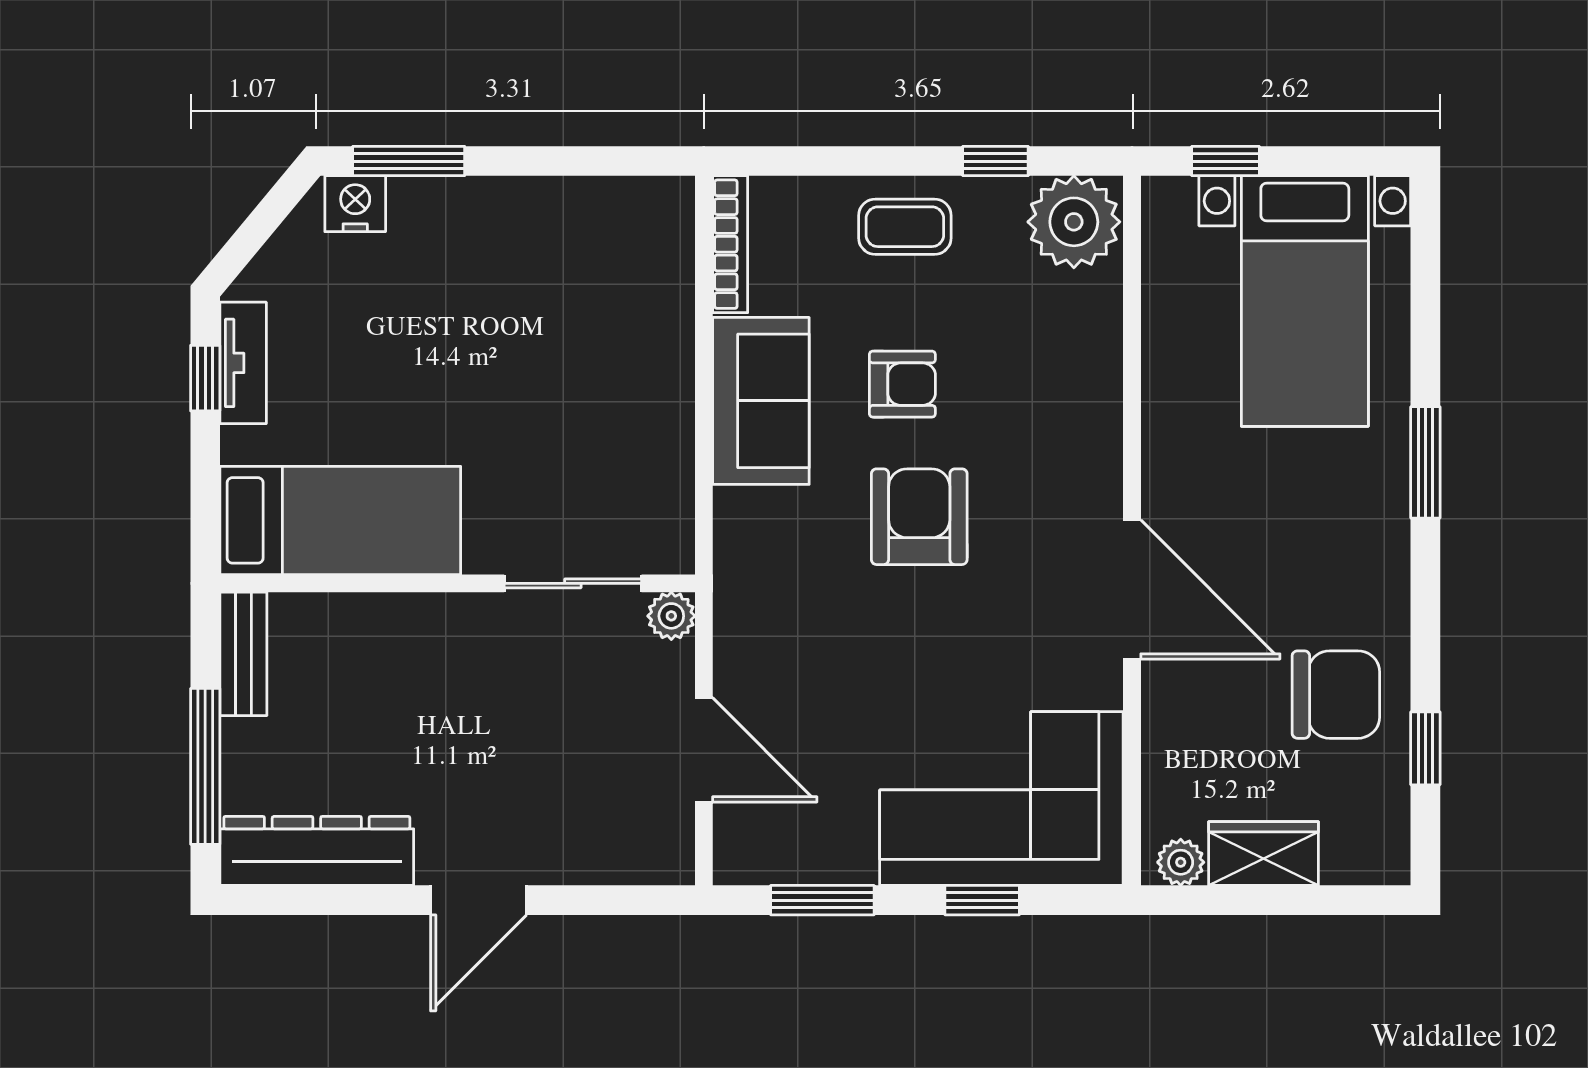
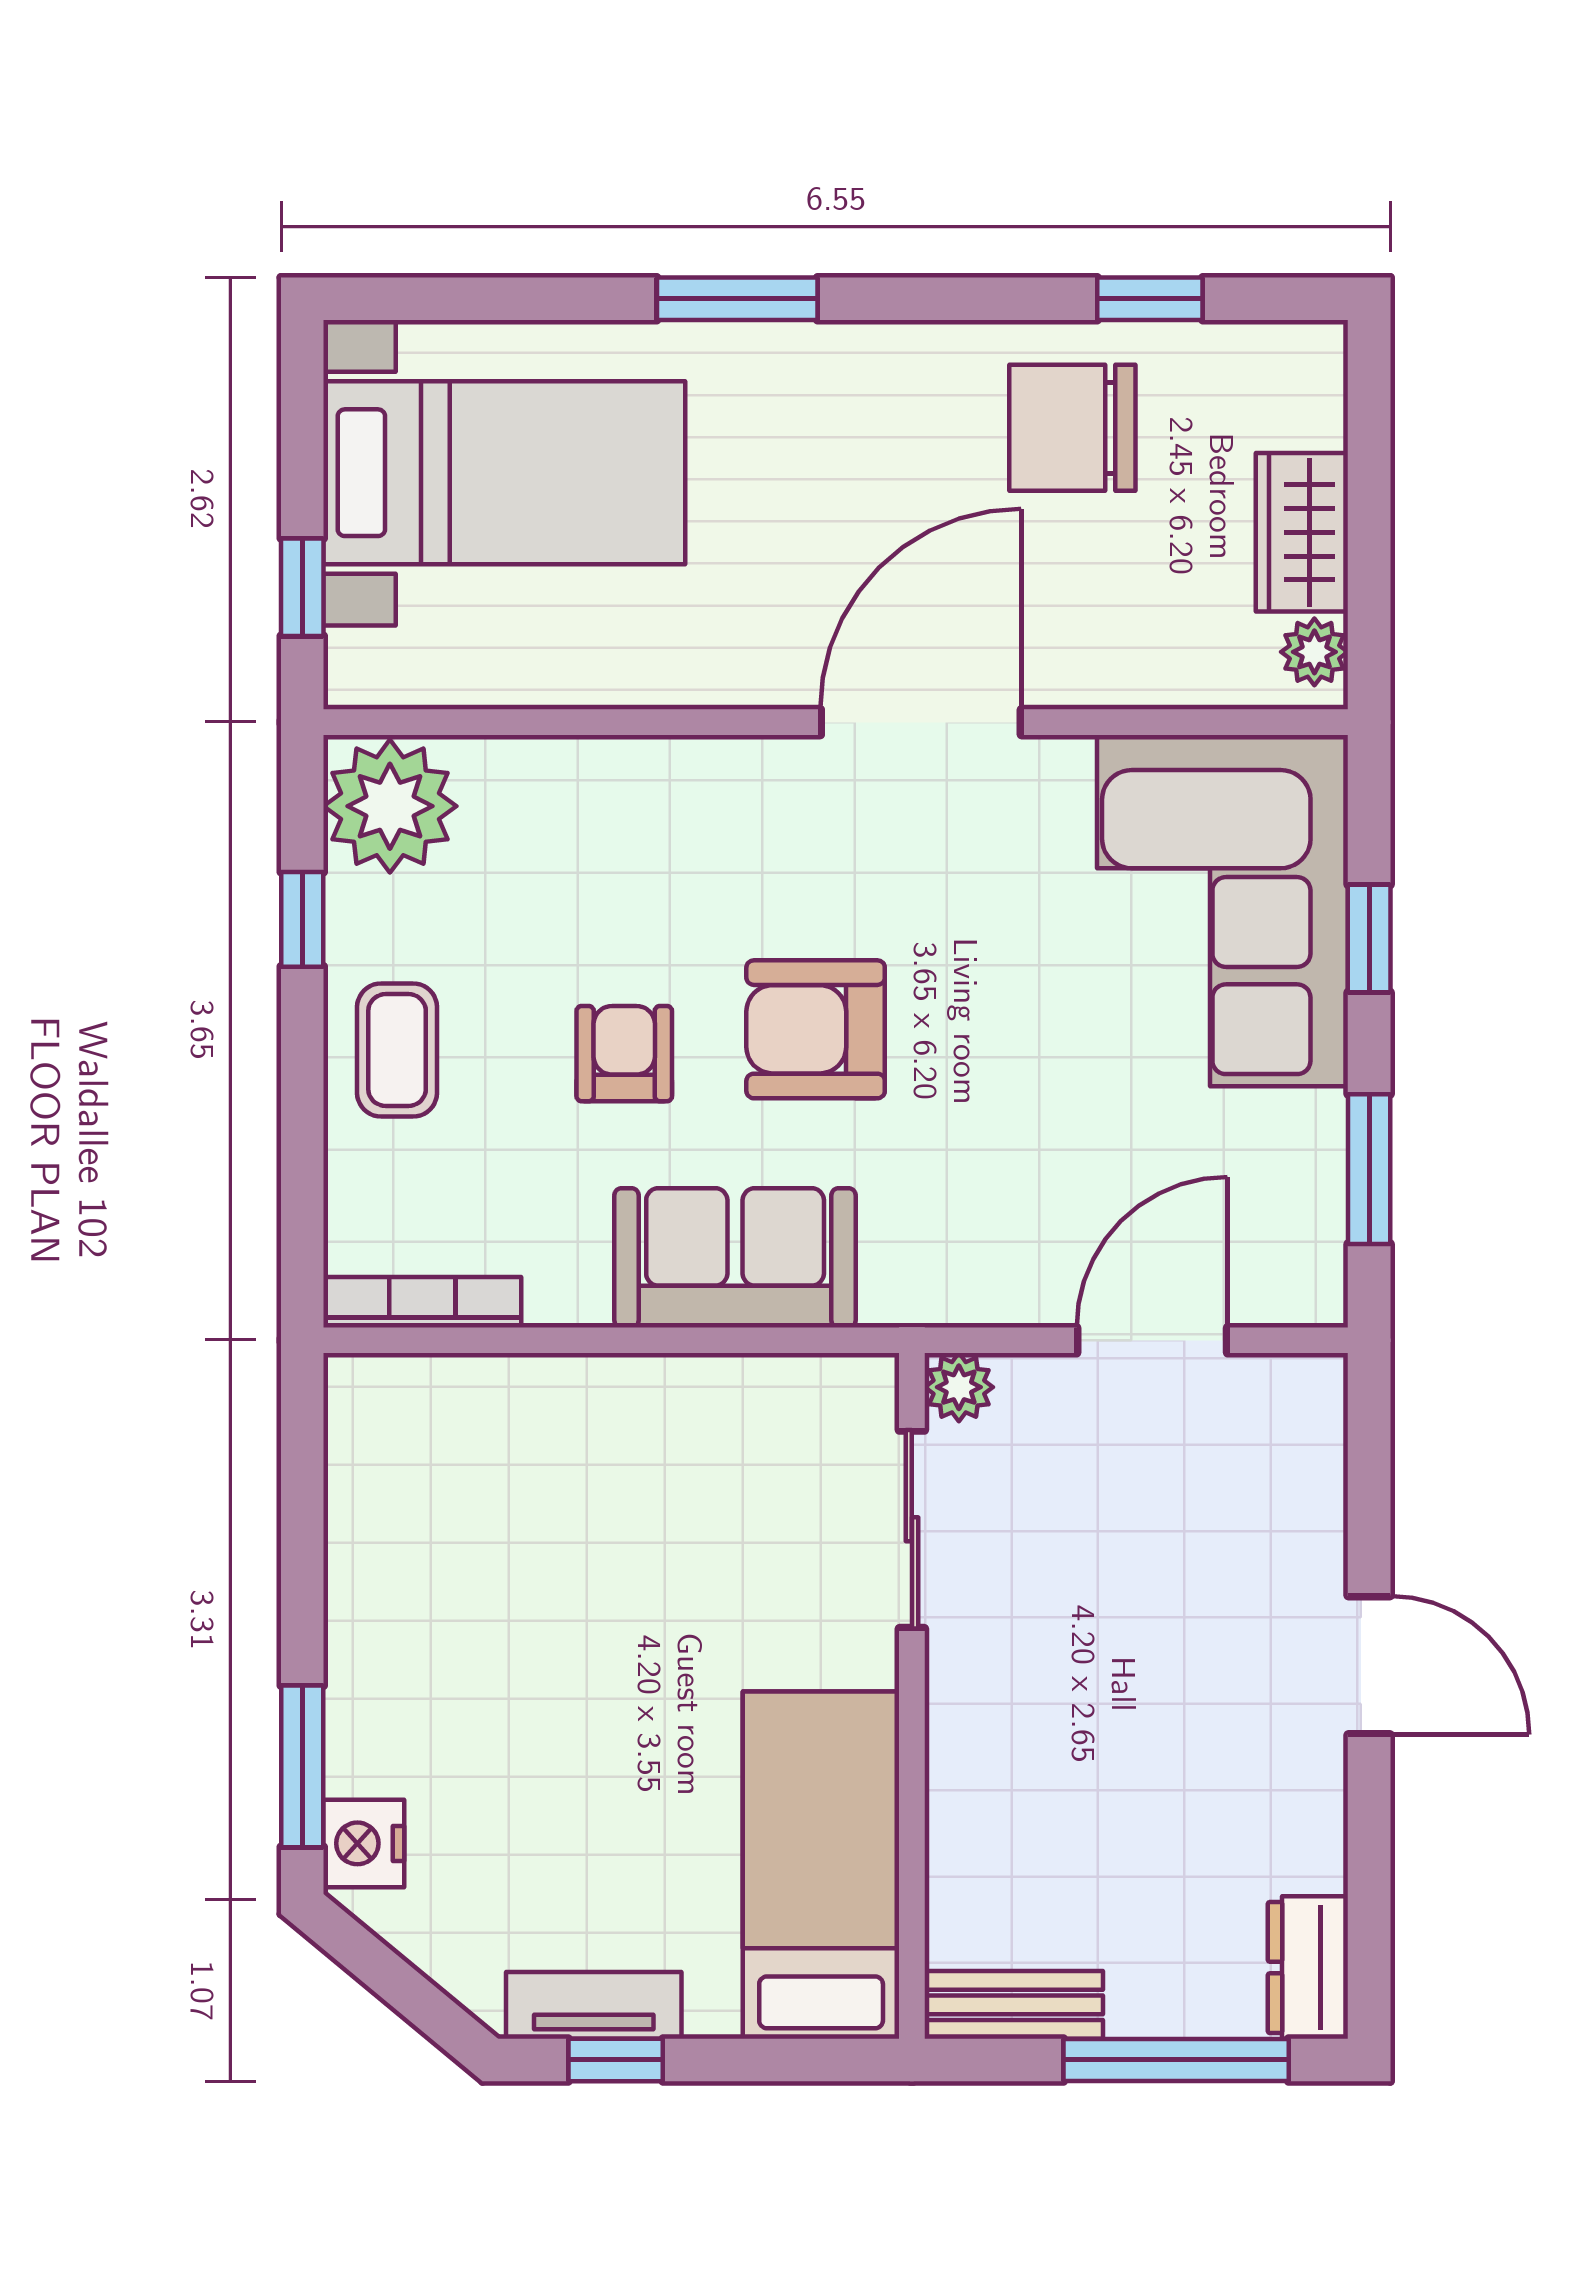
sofa: (761, 401) -> (735, 1258), moved
chair: (1336, 695) -> (1072, 428), turned -90
dresser: (317, 851) -> (1308, 1968), width x0.51, depth x0.80

